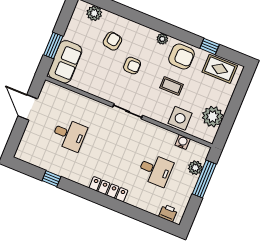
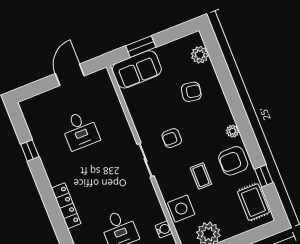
armchair: (181, 56) -> (233, 161), turned 90
armchair: (132, 66) -> (172, 138), moved, turned 90

